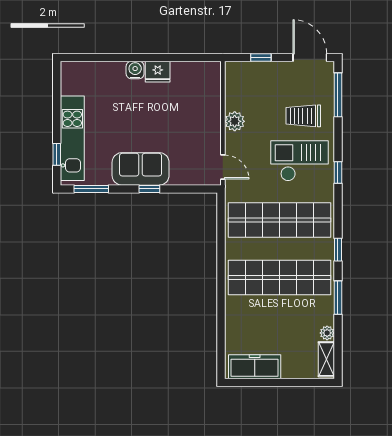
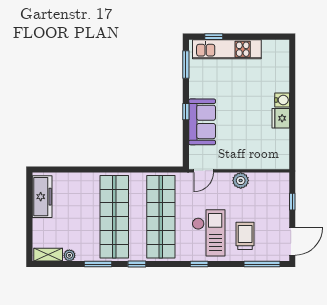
sofa: (141, 169) -> (202, 122), moved

